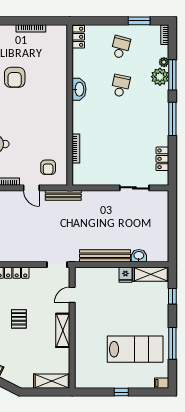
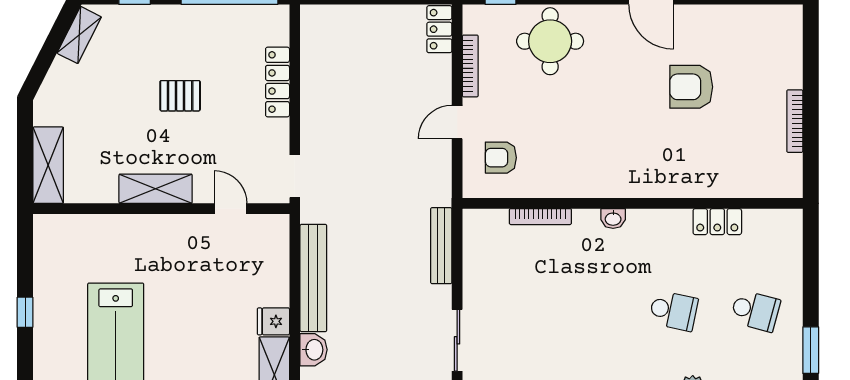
locker: (78, 37) -> (717, 222), moved
washbasin: (79, 89) -> (613, 219), moved, width x0.52, depth x0.69
bench: (63, 195) -> (441, 246), moved

